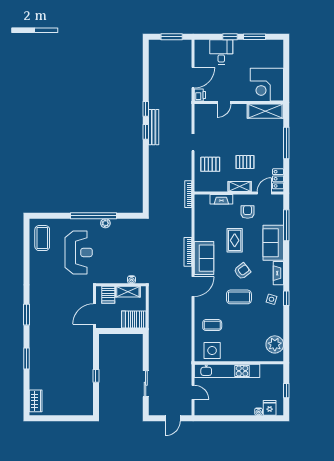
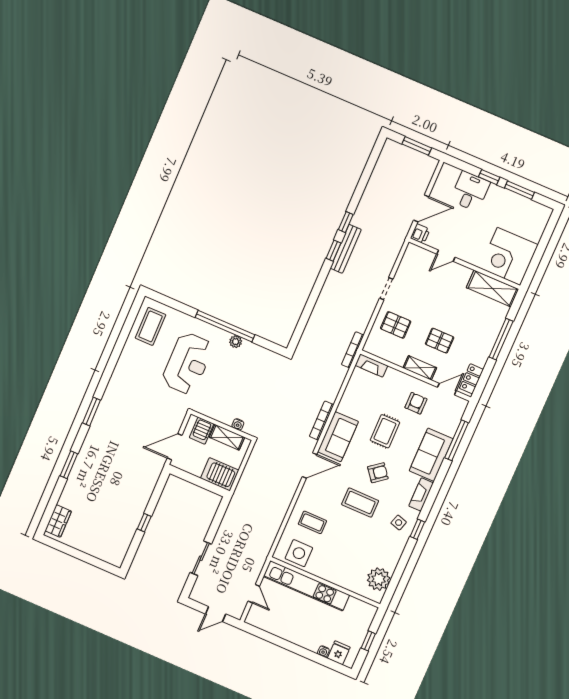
fireplace: (221, 199) -> (371, 365), moved

